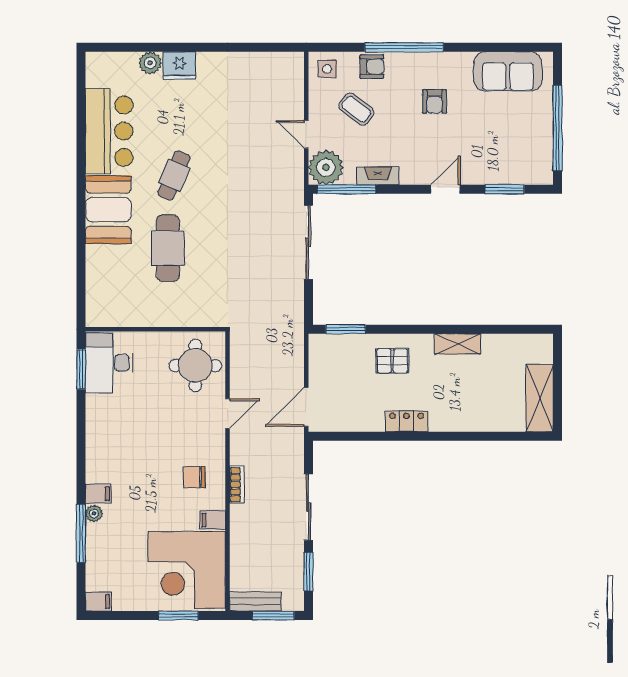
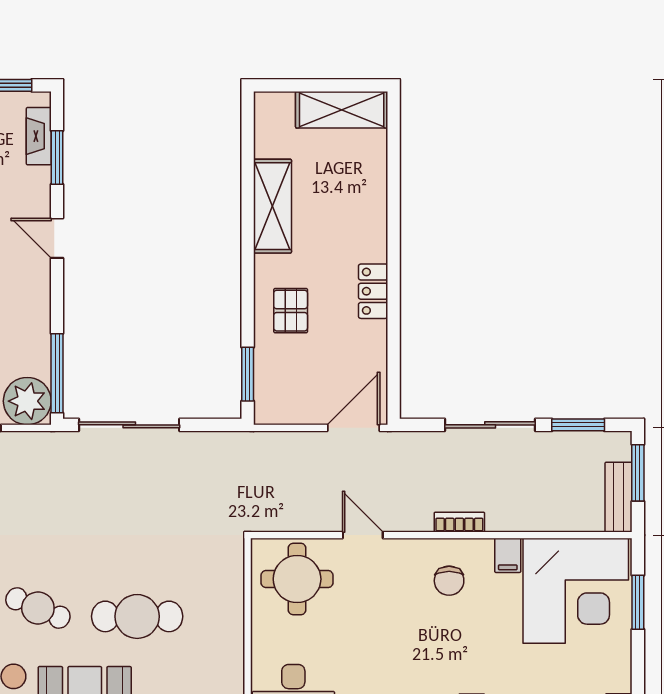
fireplace: (378, 176) -> (39, 136), moved
shelving: (457, 344) -> (272, 206), width x1.50, depth x1.33
door: (306, 407) -> (354, 428), swing flipped

